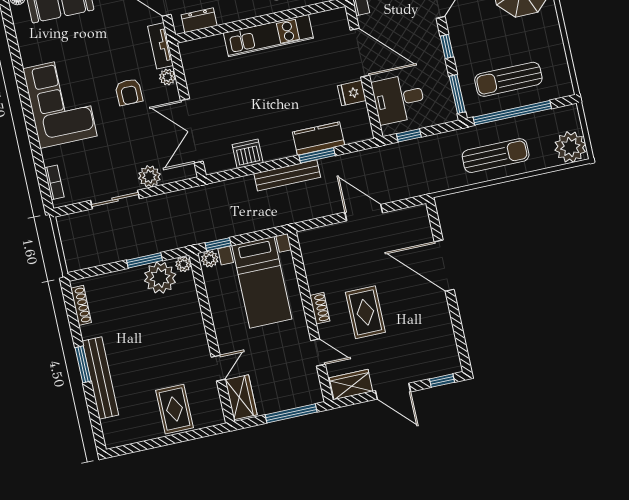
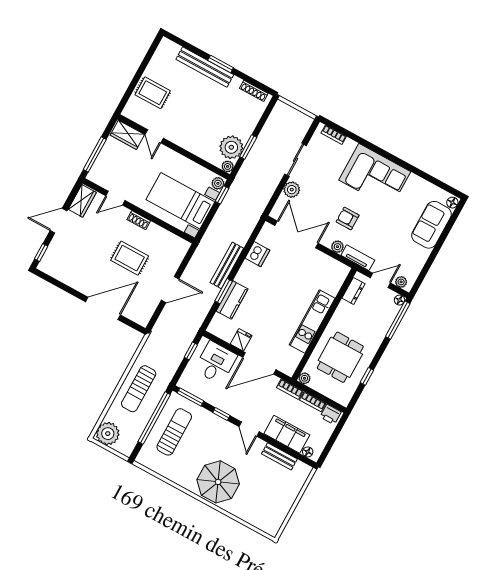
rug: (365, 312) -> (130, 258), moved

